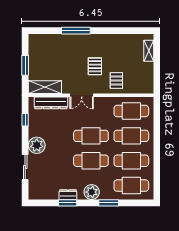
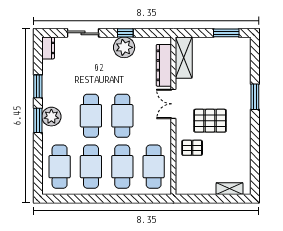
window: (76, 31) -> (255, 97), width x0.69
window: (25, 65) -> (226, 33), moved
pallet: (95, 66) -> (210, 121), width x1.50, depth x1.42
window: (25, 120) -> (125, 33), moved
plant: (37, 145) -> (124, 47), moved
dresser: (68, 195) -> (48, 48), moved
window: (109, 203) -> (38, 120), moved

